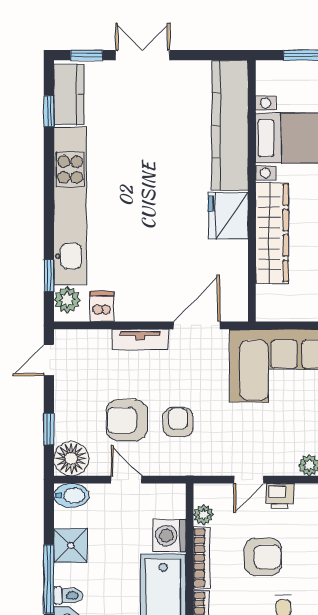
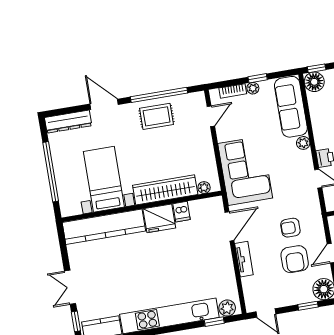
plant: (265, 295) -> (204, 188), added
dishwasher: (102, 306) -> (182, 212), moved, turned -90
door: (197, 325) -> (229, 226), swing flipped

